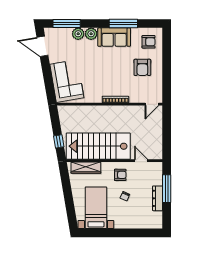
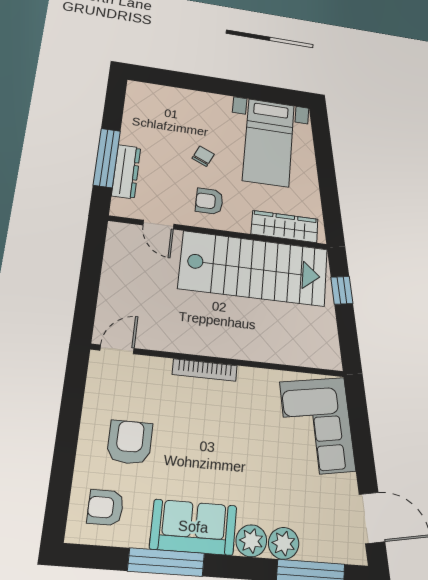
dresser: (158, 198) -> (126, 172), moved

